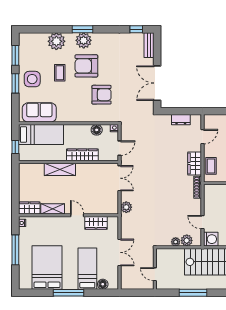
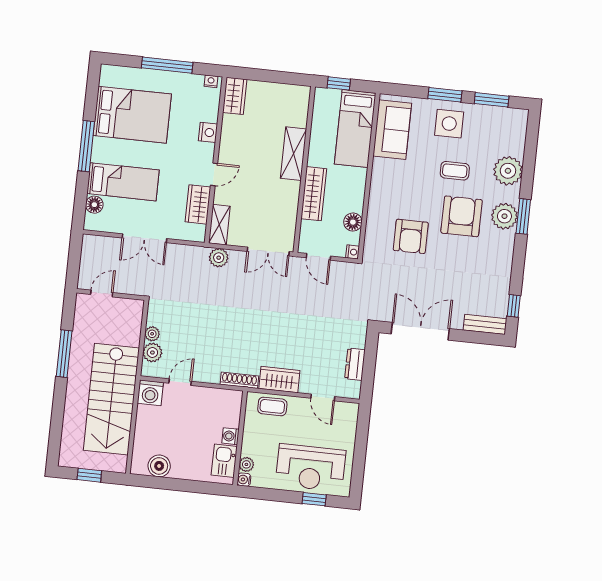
shelving: (53, 209) -> (219, 225), moved
nightstand: (53, 221) -> (208, 132), added

